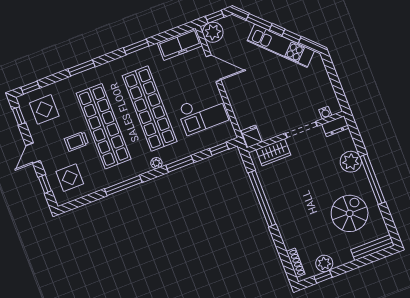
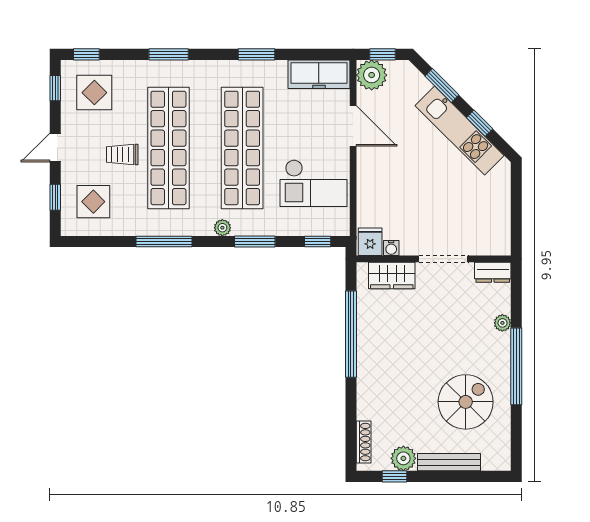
water cooler: (325, 113) -> (391, 248), moved
plant: (351, 162) -> (502, 323), width x0.53, depth x0.53
bench: (372, 248) -> (449, 462), moved

